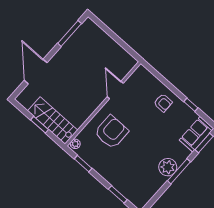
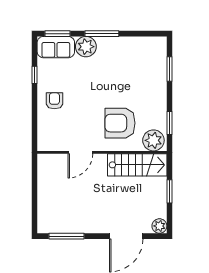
plant: (23, 99) -> (159, 226), added
stairs: (53, 120) -> (137, 165), moved, turned -90
plant: (75, 144) -> (153, 140), width x1.88, depth x1.88
plant: (168, 167) -> (86, 47), moved

